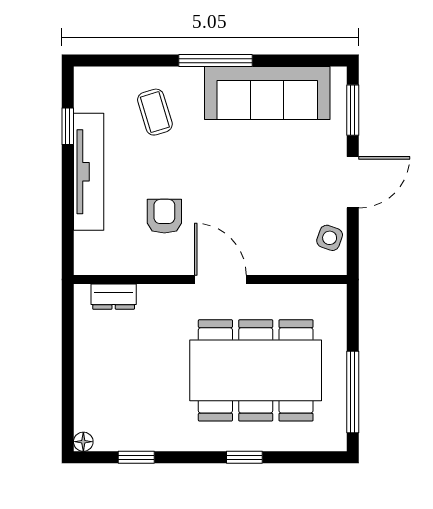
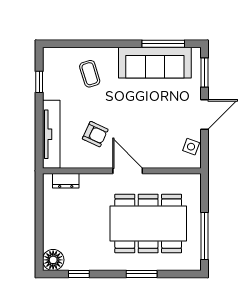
window: (216, 61) -> (163, 44), moved
tv unit: (89, 172) -> (51, 134), moved
armchair: (164, 216) -> (95, 134), turned 115
floor lamp: (83, 442) -> (53, 260), width x1.89, depth x1.89
window: (244, 457) -> (142, 274), width x1.50

